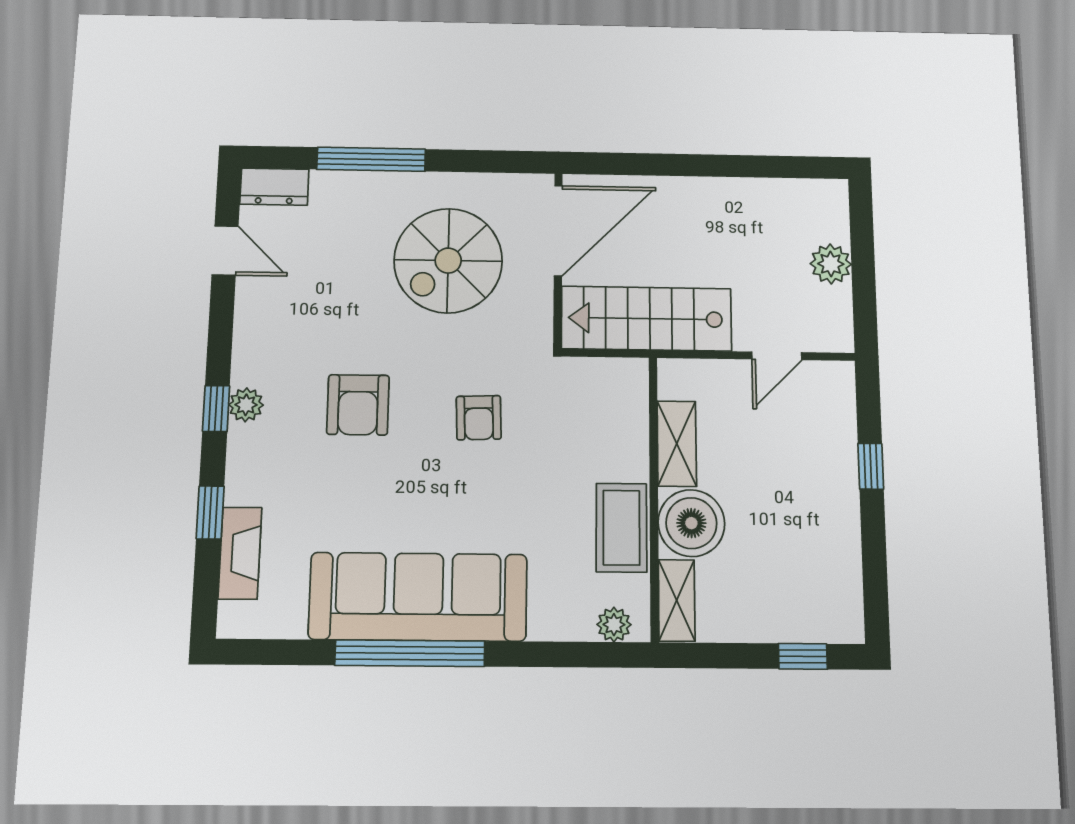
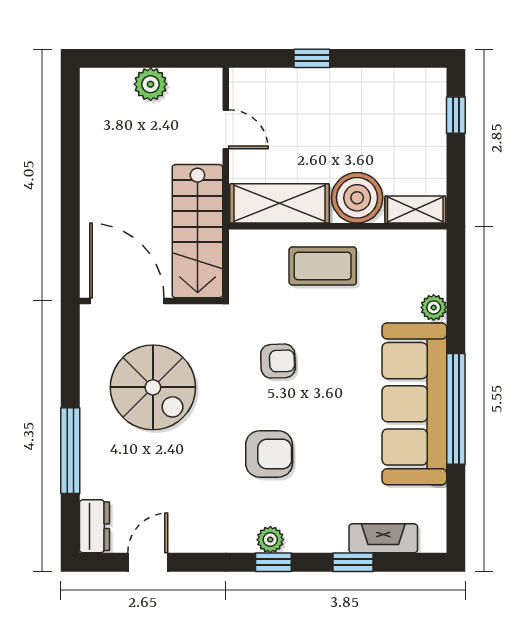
shelving: (677, 444) -> (280, 203), width x1.50, depth x1.33
coffee table: (621, 528) -> (323, 266), moved
plant: (614, 625) -> (434, 307), moved

